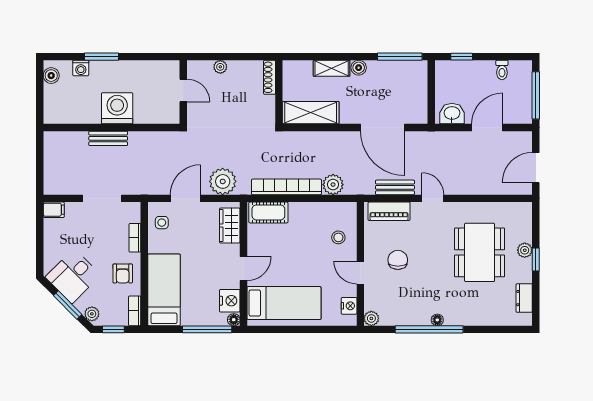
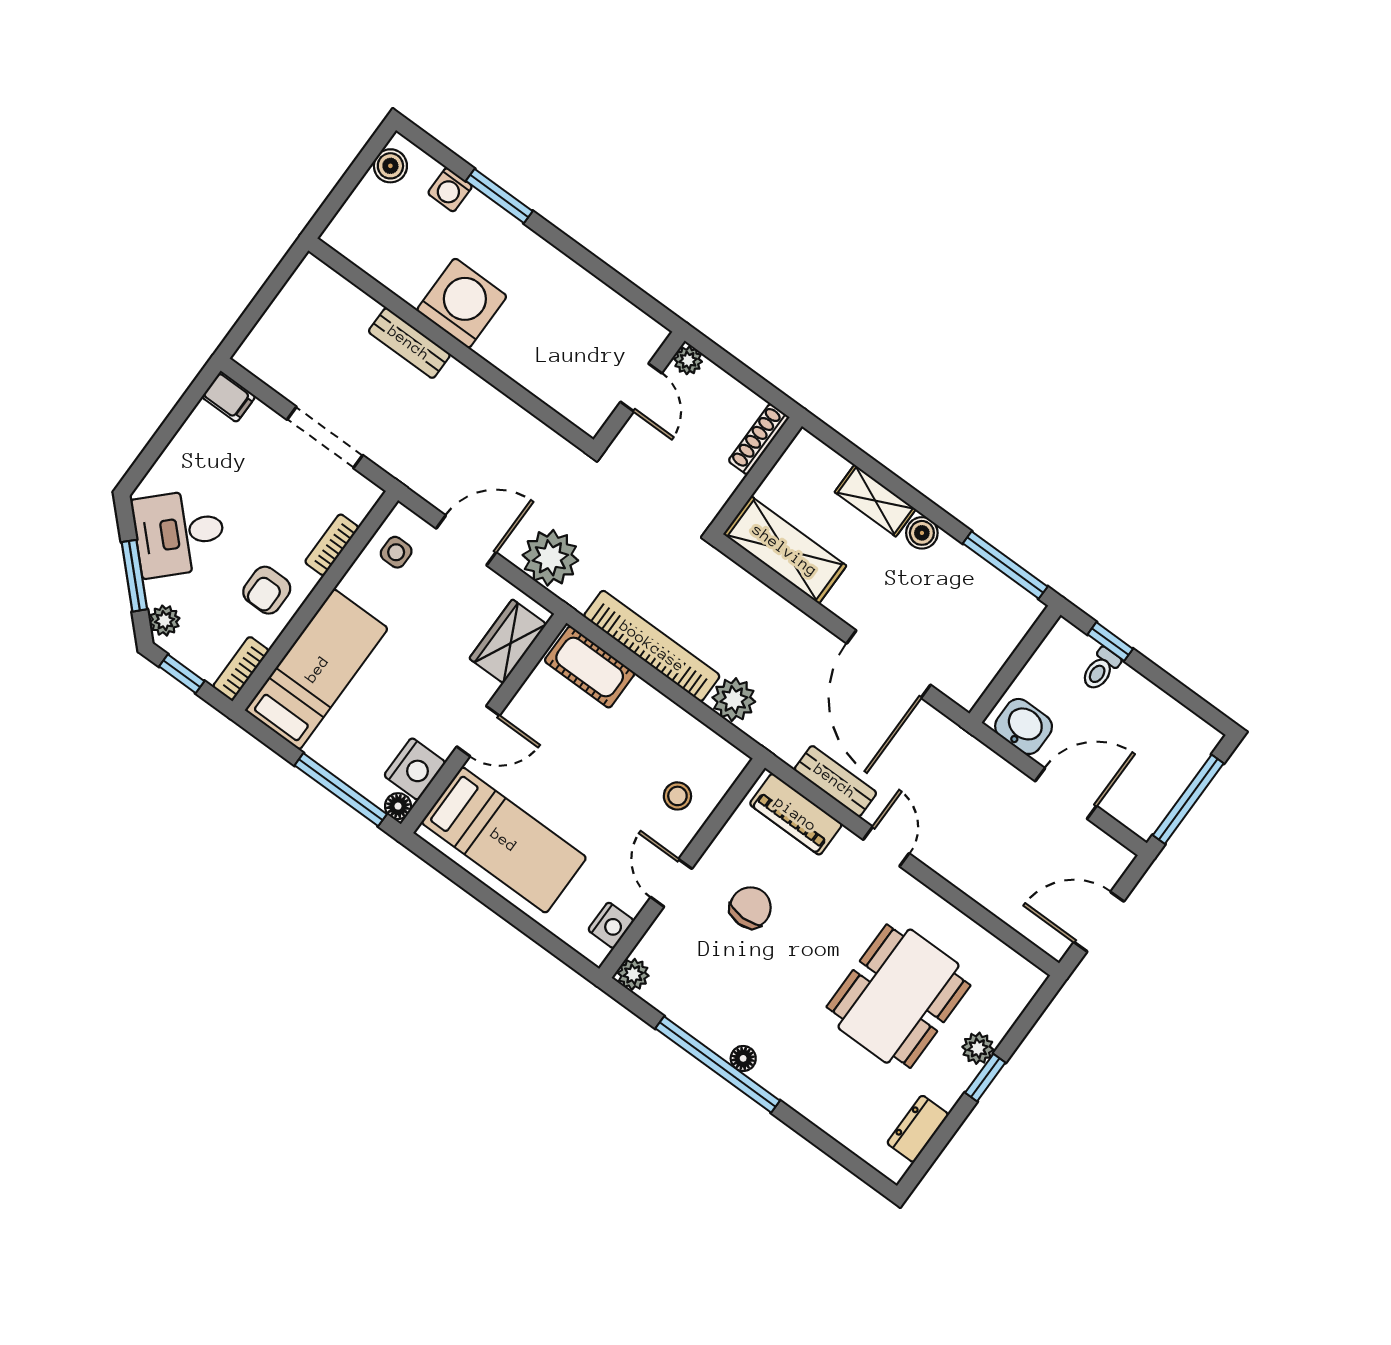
toilet: (502, 70) -> (1101, 669), moved
door: (183, 90) -> (641, 388), moved
wall: (183, 92) -> (639, 390), moved

